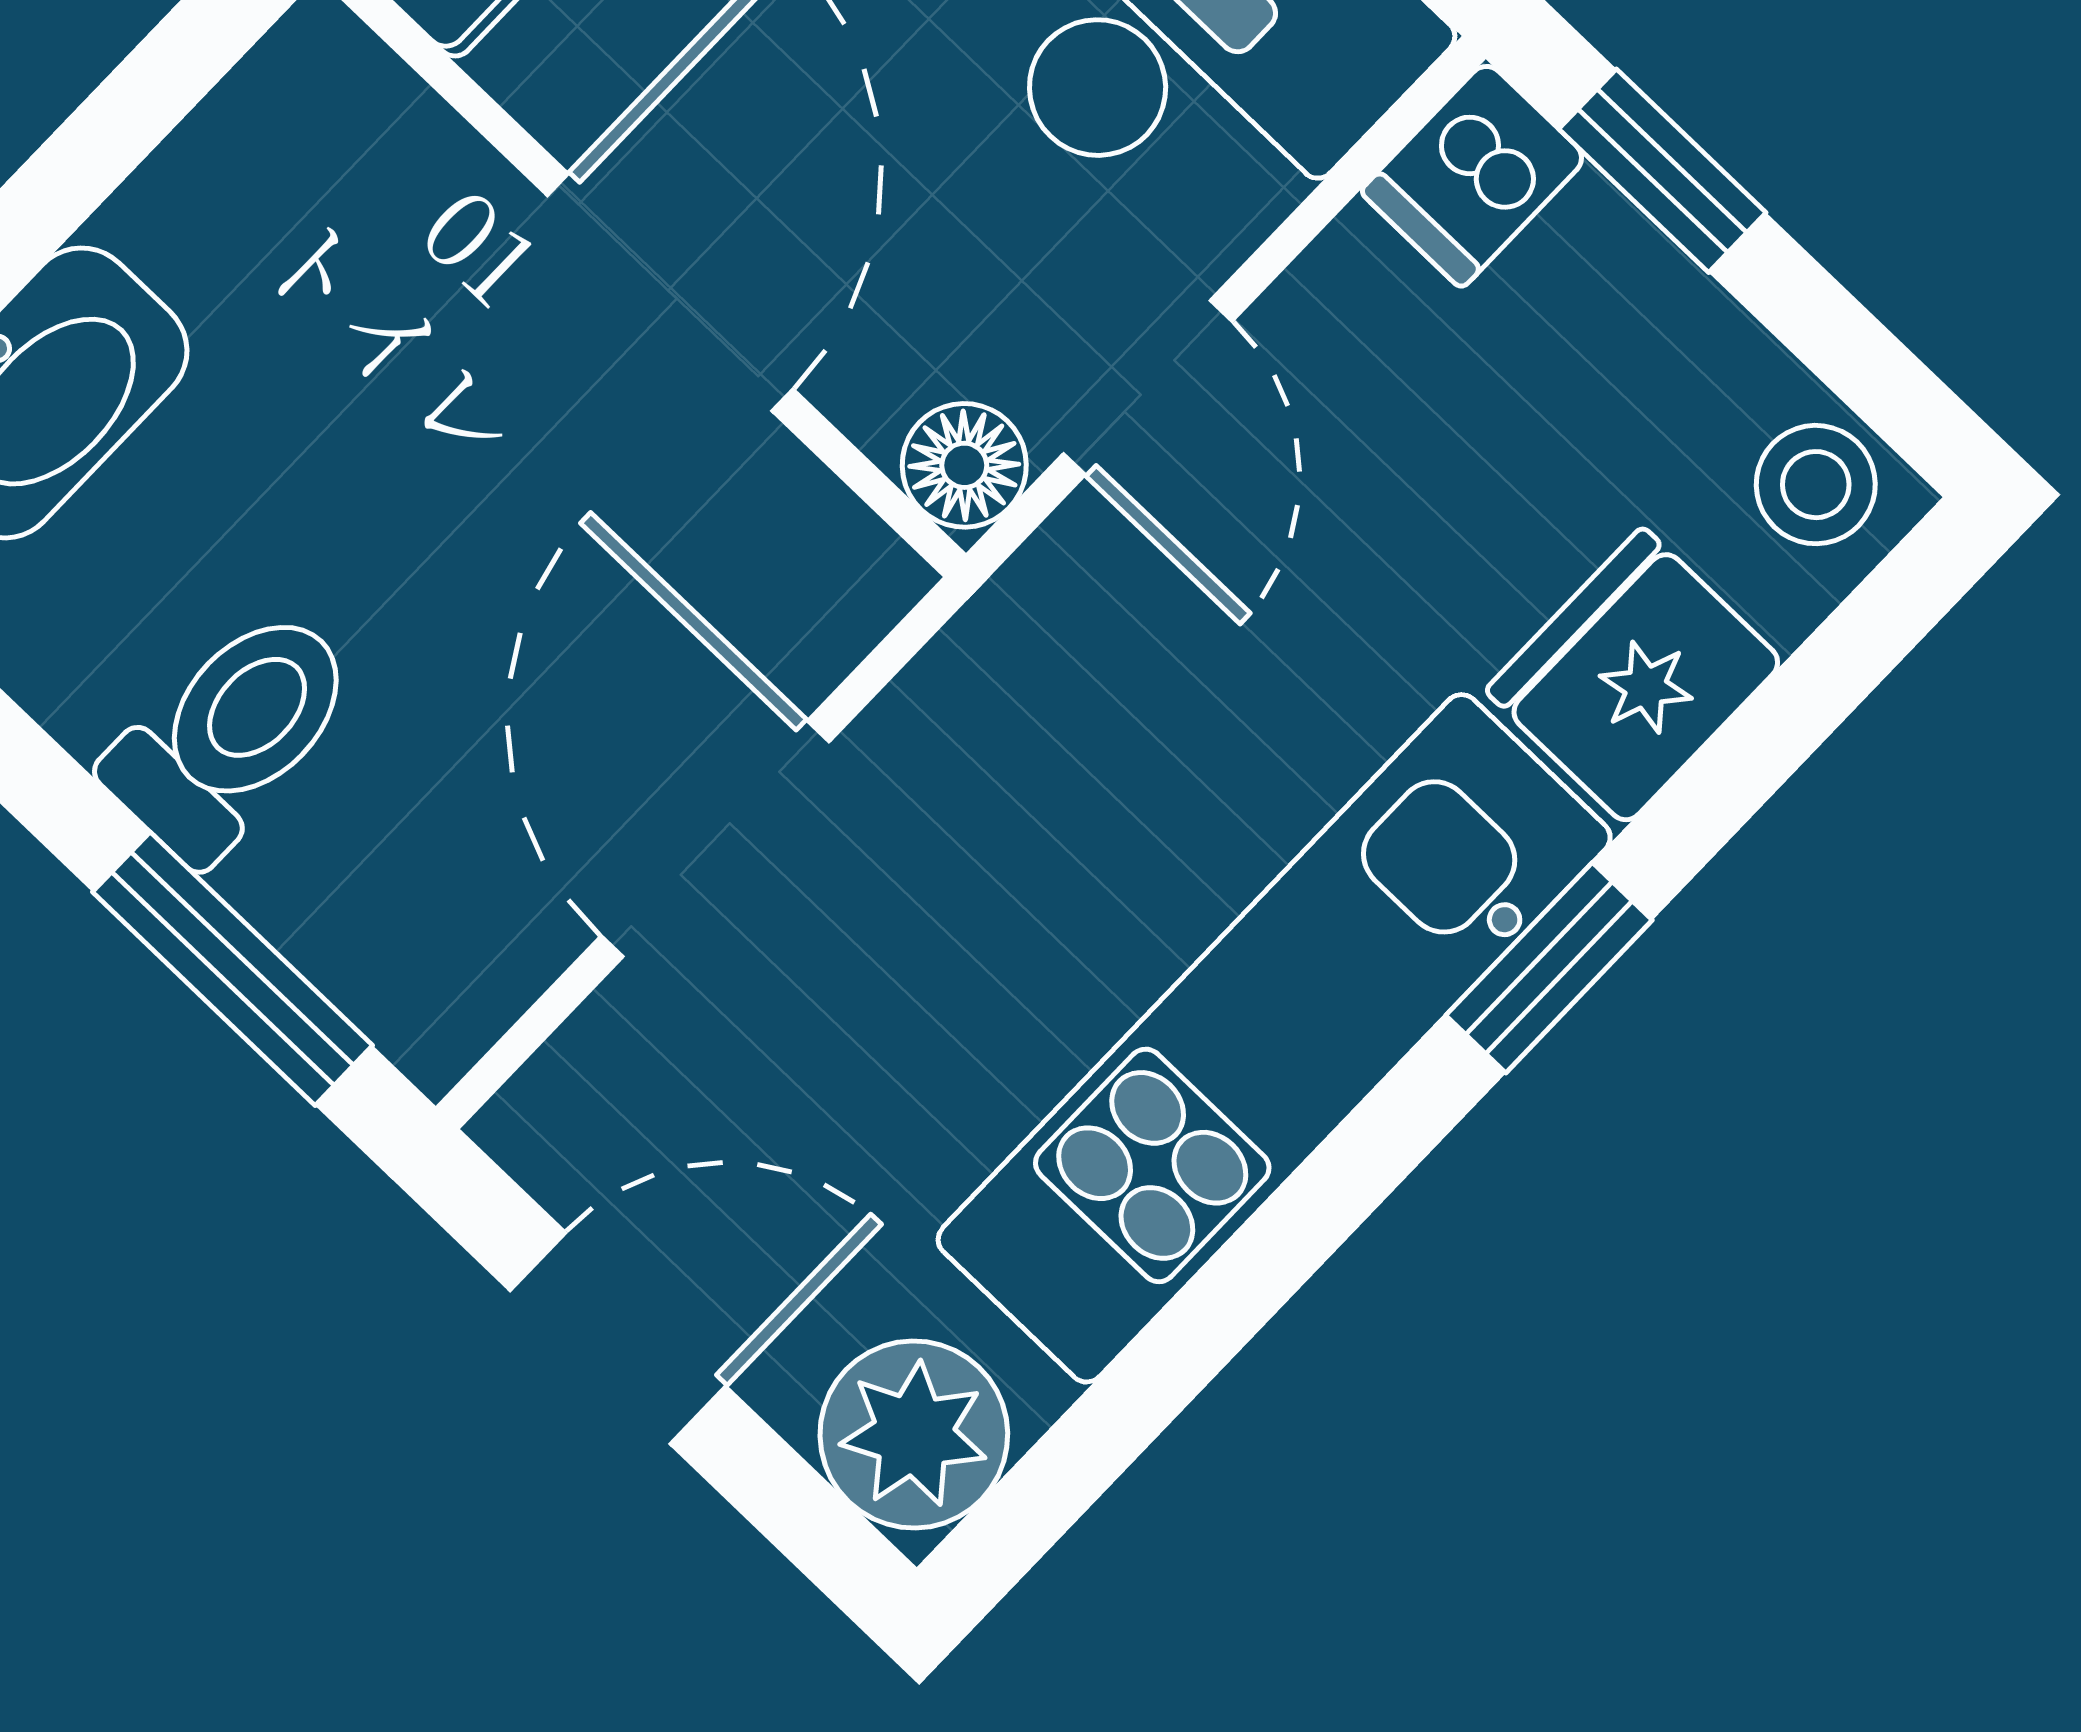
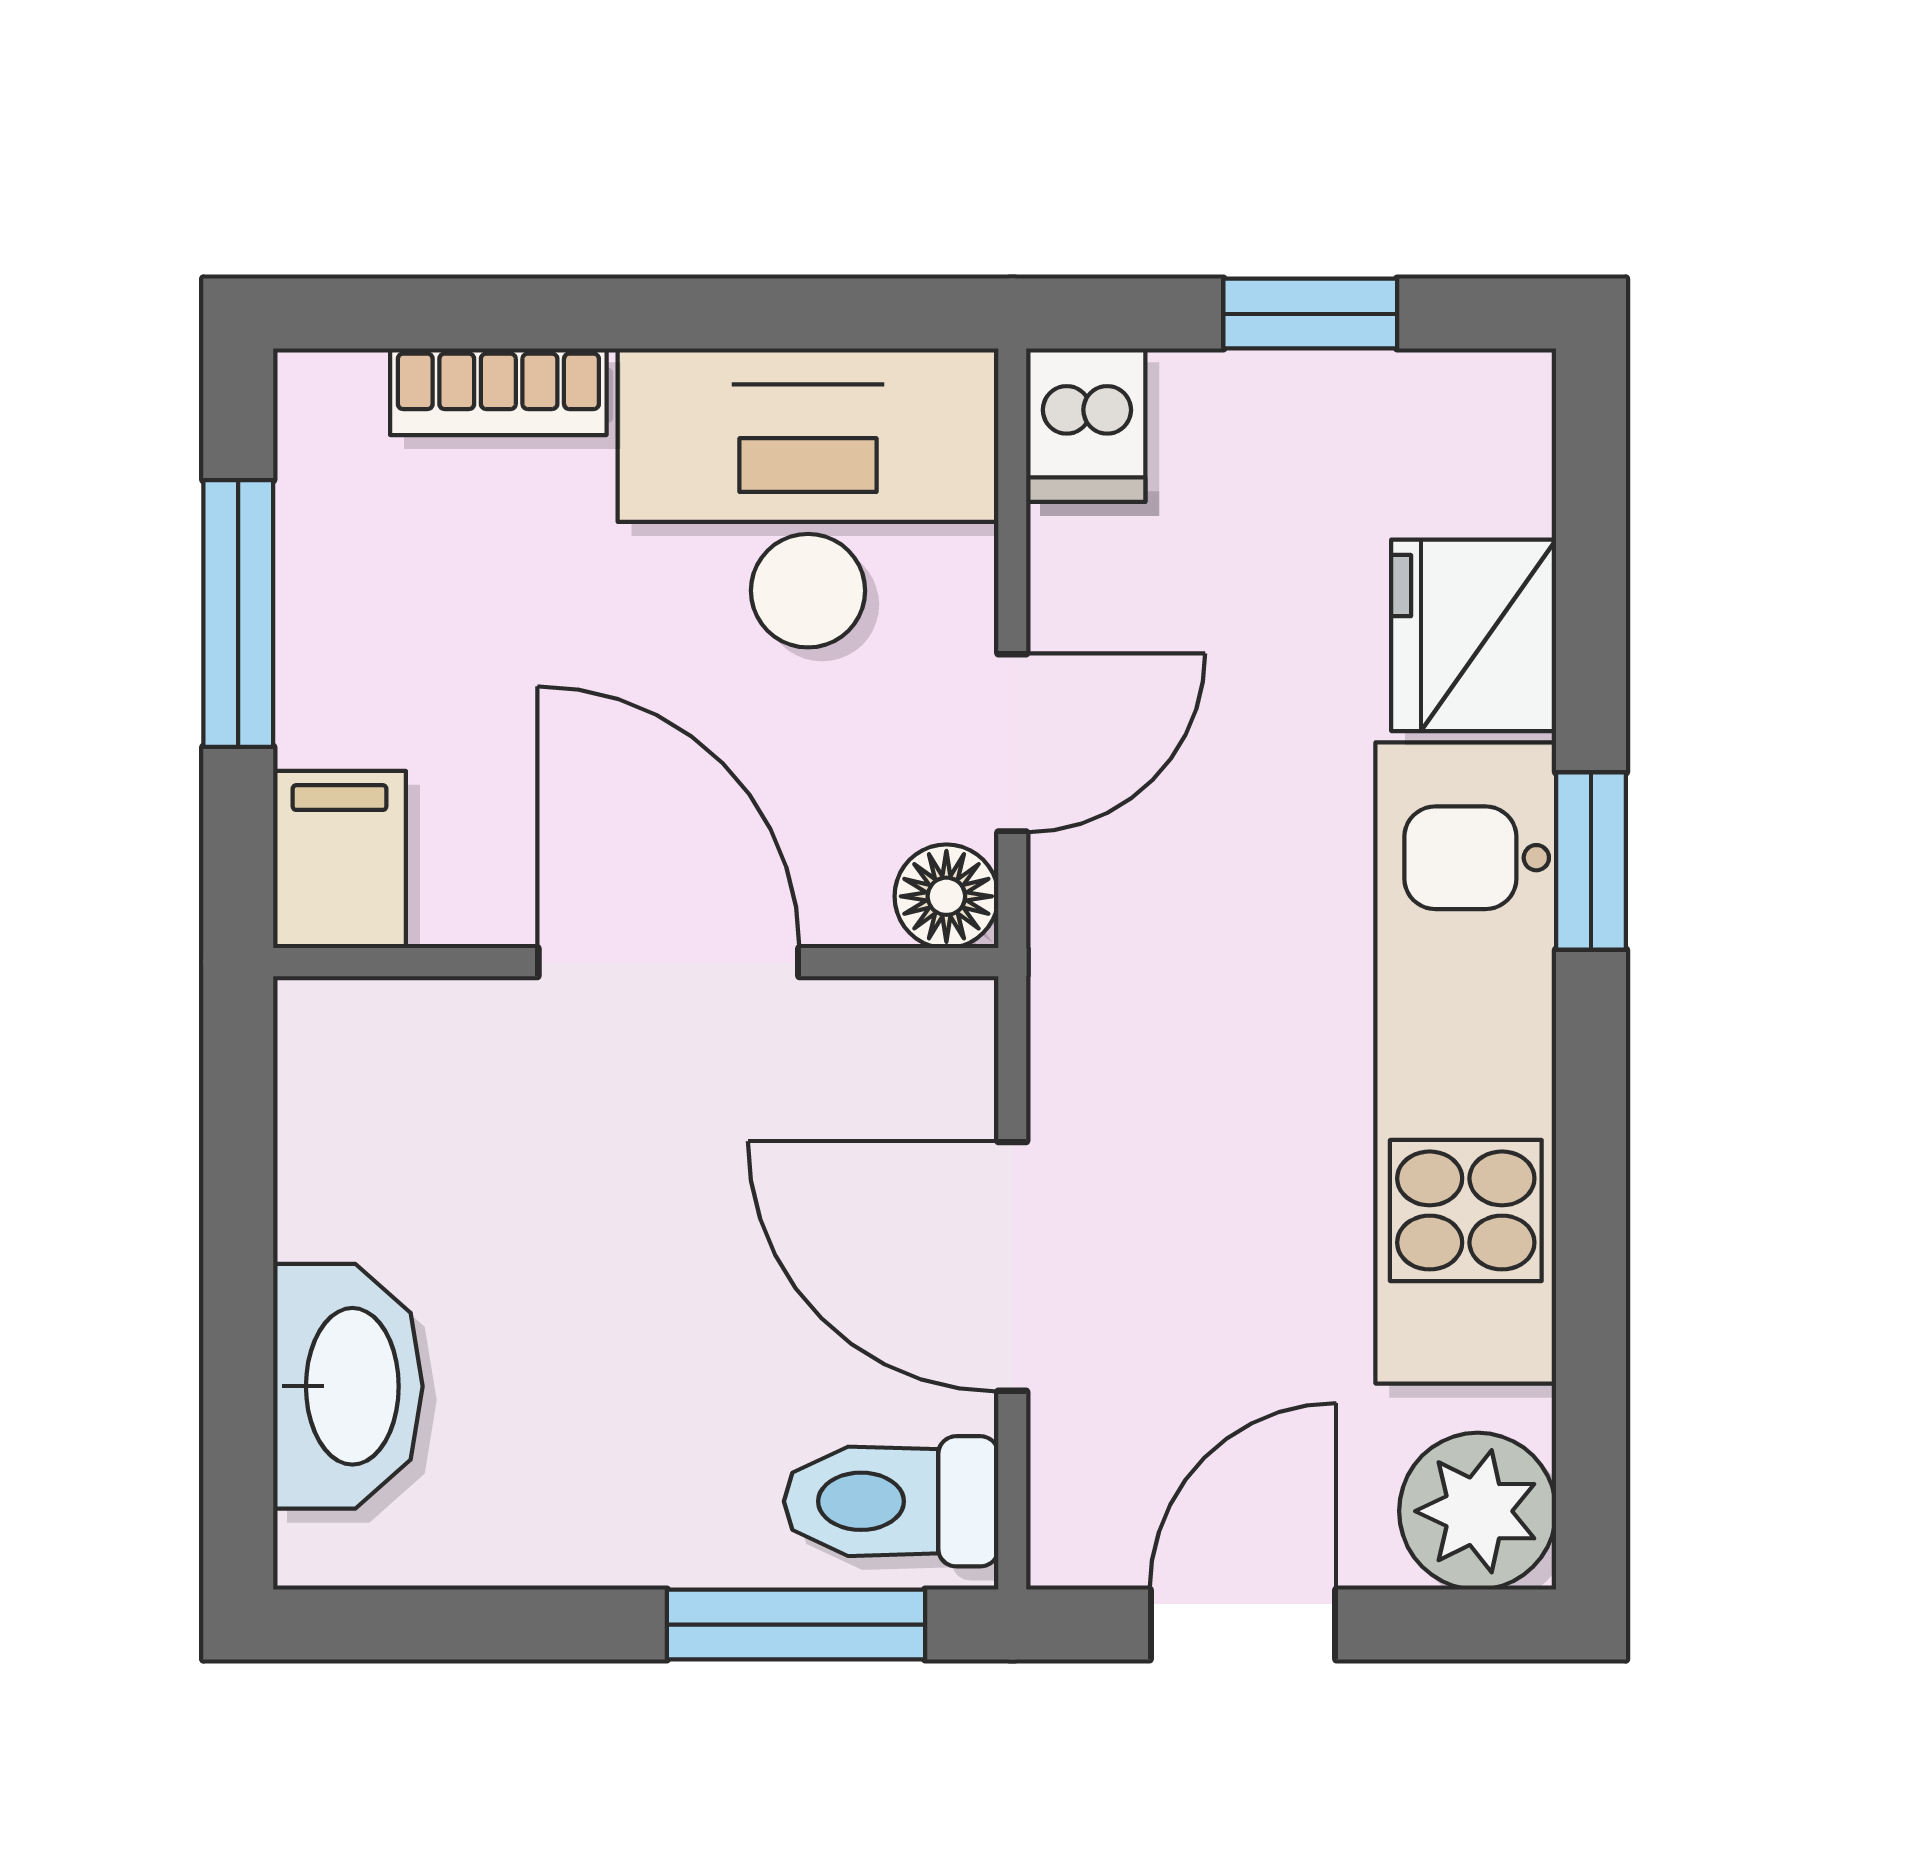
window: (1662, 171) -> (1310, 314), moved
door: (1148, 388) -> (1012, 743), hinge flipped
stool: (1816, 485) -> (1472, 414), removed
toilet: (232, 733) -> (891, 1501), moved, turned -90

